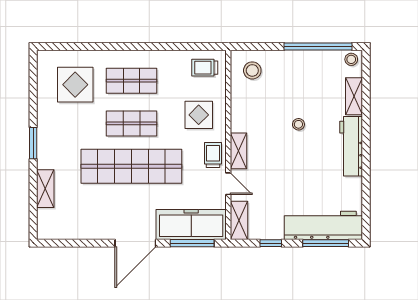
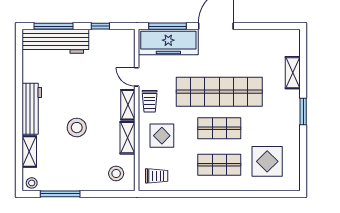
window: (318, 47) -> (60, 194), width x0.68
stool: (298, 124) -> (77, 128), width x1.89, depth x1.89
shelving: (239, 220) -> (127, 138), moved

